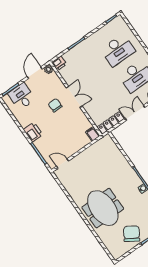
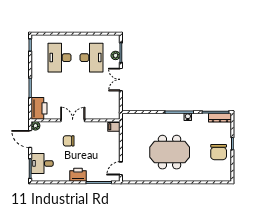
desk: (118, 50) -> (60, 58), turned 180
printer: (59, 63) -> (39, 108), width x1.87, depth x1.48
locker: (111, 123) -> (115, 105), removed
meeting table: (103, 208) -> (170, 152), moved
chair: (132, 234) -> (219, 152), turned -122

